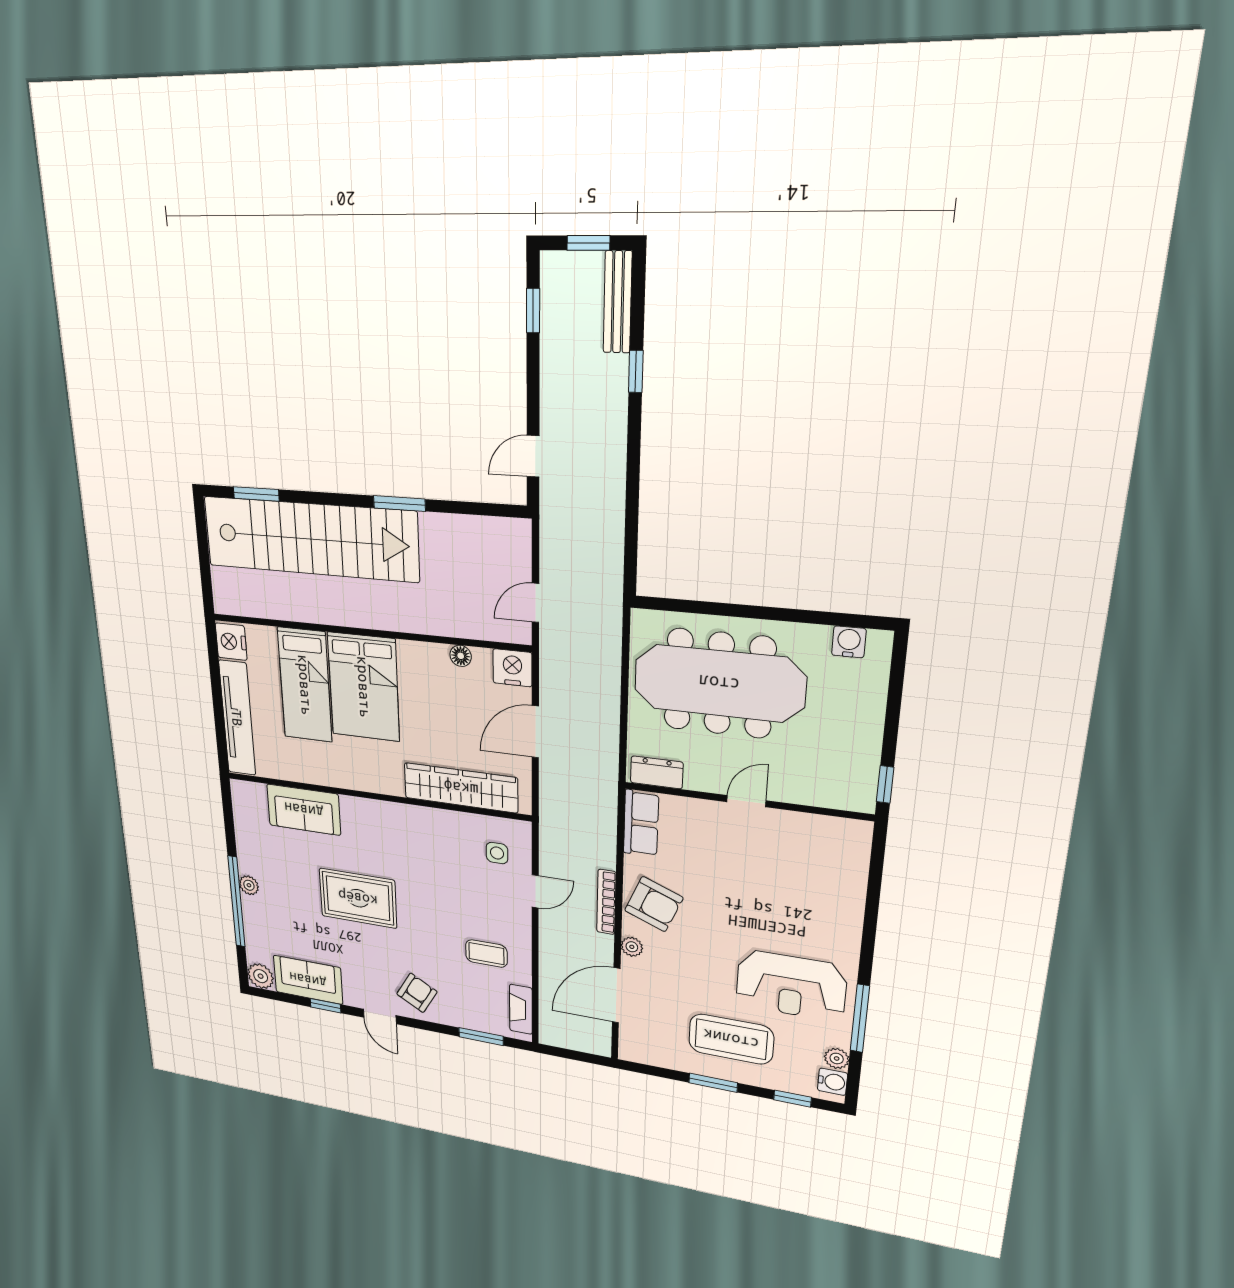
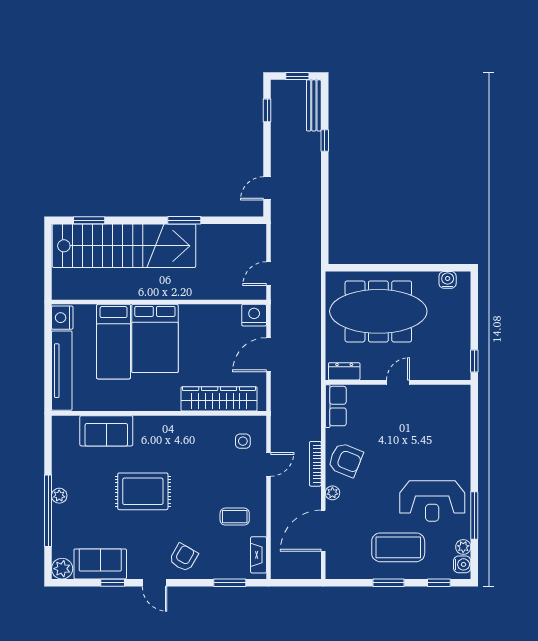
floor lamp: (461, 656) -> (221, 311), removed

